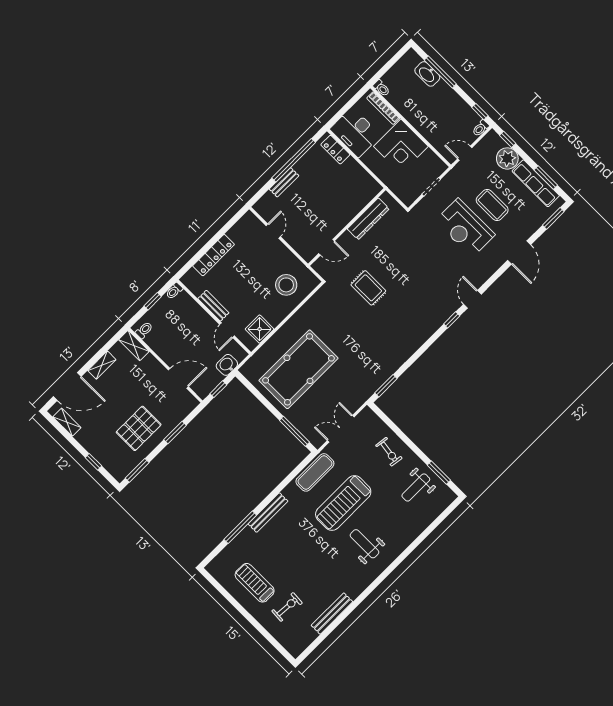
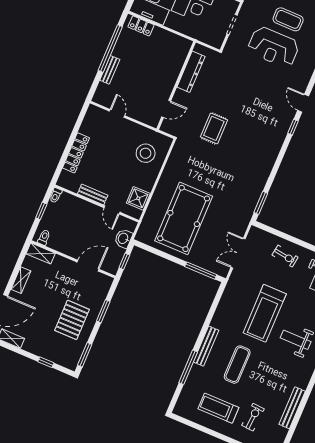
rug: (368, 288) -> (214, 128), turned 90
exercise mat: (315, 472) -> (237, 365), moved

